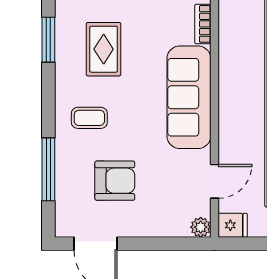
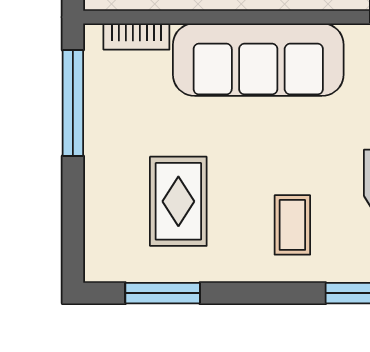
rug: (104, 49) -> (178, 201), turned 90

